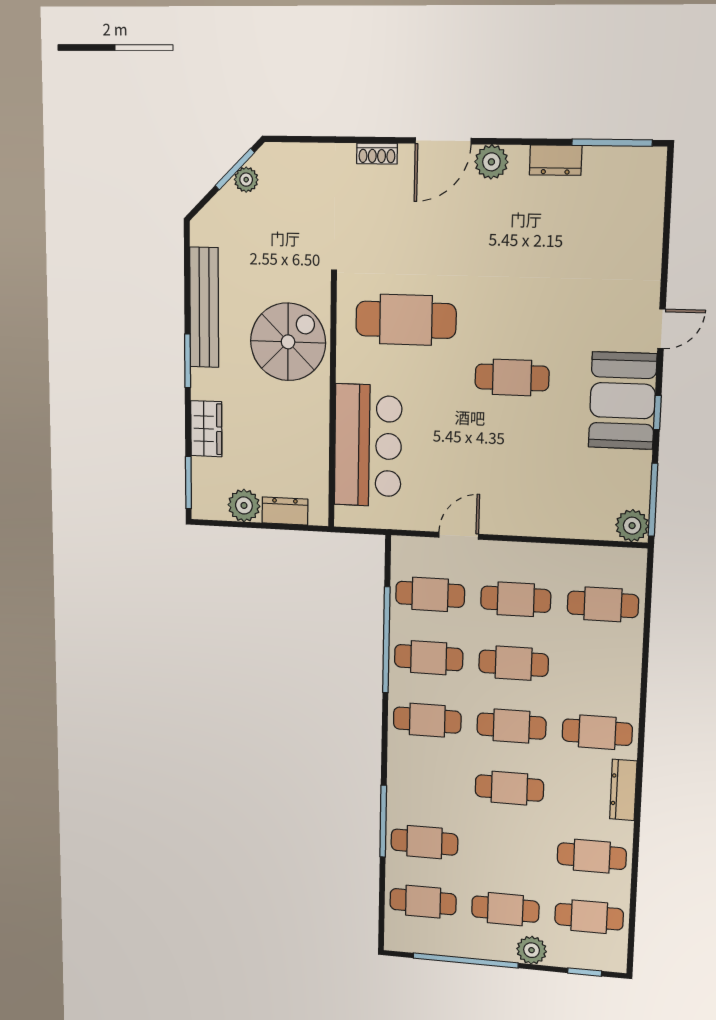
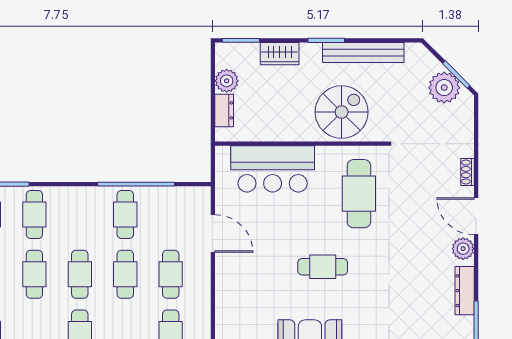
dresser: (556, 160) -> (465, 291), width x1.44
plant: (246, 180) -> (444, 88), width x1.87, depth x1.87
spiral stairs: (288, 342) -> (342, 112), turned -90
cafe table: (512, 377) -> (323, 267), turned 90
door: (459, 536) -> (213, 233), width x1.38
cafe table: (430, 594) -> (171, 214), removed
cafe table: (427, 720) -> (34, 214), moved

